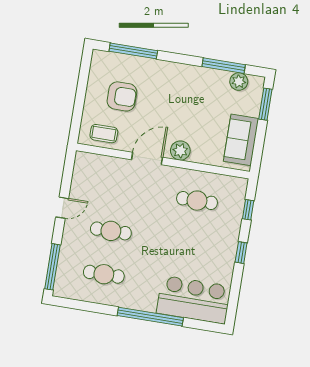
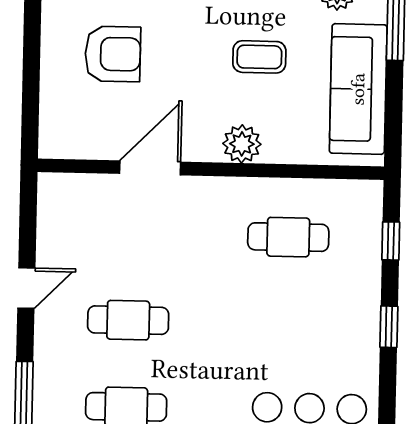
coffee table: (104, 134) -> (259, 57), moved
sofa: (241, 140) -> (358, 89), width x1.36
door: (147, 158) -> (150, 168), moved

